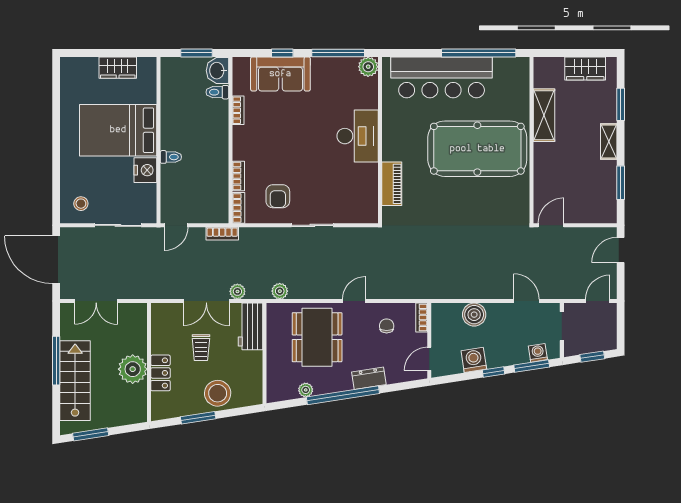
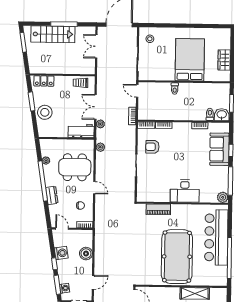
nightstand: (145, 170) -> (168, 74), removed
trolley: (201, 348) -> (81, 83), moved
plant: (133, 369) -> (59, 66), removed
locker: (160, 373) -> (44, 81), moved

